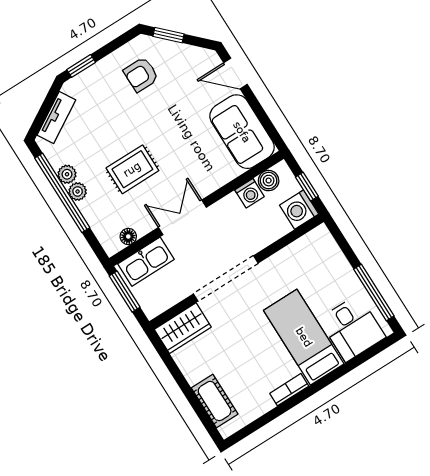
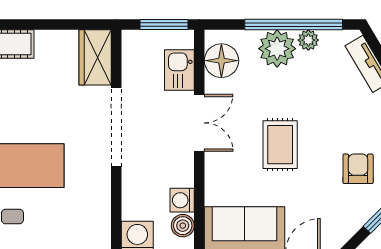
rug: (132, 169) -> (280, 145), moved
plant: (78, 191) -> (277, 49), width x1.87, depth x1.87
floor lamp: (128, 236) -> (221, 61), width x1.89, depth x1.89
kitchen sink: (146, 262) -> (179, 70), width x0.73

